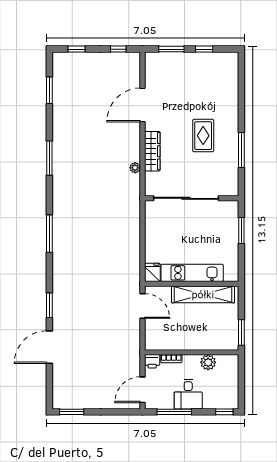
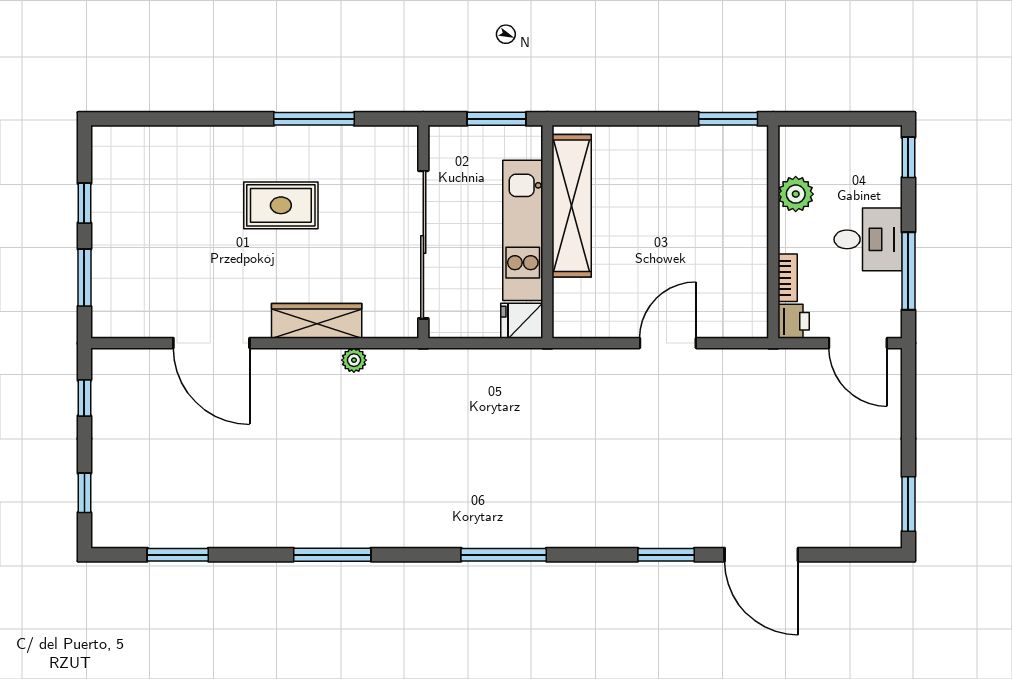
fridge: (152, 272) -> (522, 321), moved
kitchen unit: (192, 273) -> (523, 230), moved
wall: (192, 284) -> (547, 232), moved
shelving: (203, 294) -> (572, 206), moved

